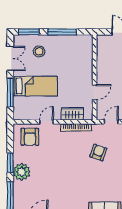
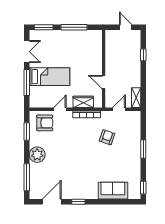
stool: (39, 51) -> (53, 45), removed
door: (95, 92) -> (104, 82), swing flipped
armchair: (30, 137) -> (45, 123), turned -90
window: (10, 163) -> (27, 132), moved

